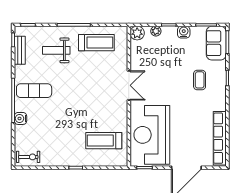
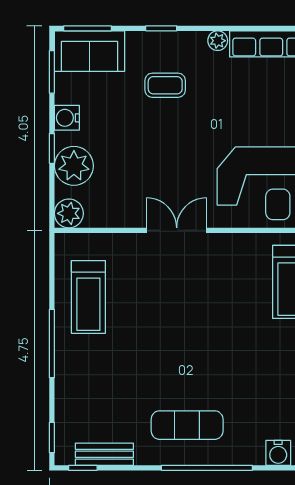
plant: (156, 31) -> (74, 166), width x1.87, depth x1.87
treadmill: (96, 43) -> (88, 297), turned 180
weight bench: (56, 50) -> (104, 380), removed
exercise mat: (34, 91) -> (187, 425), turned 90
plant: (221, 106) -> (218, 41), added
water cooler: (20, 118) -> (278, 453), moved

